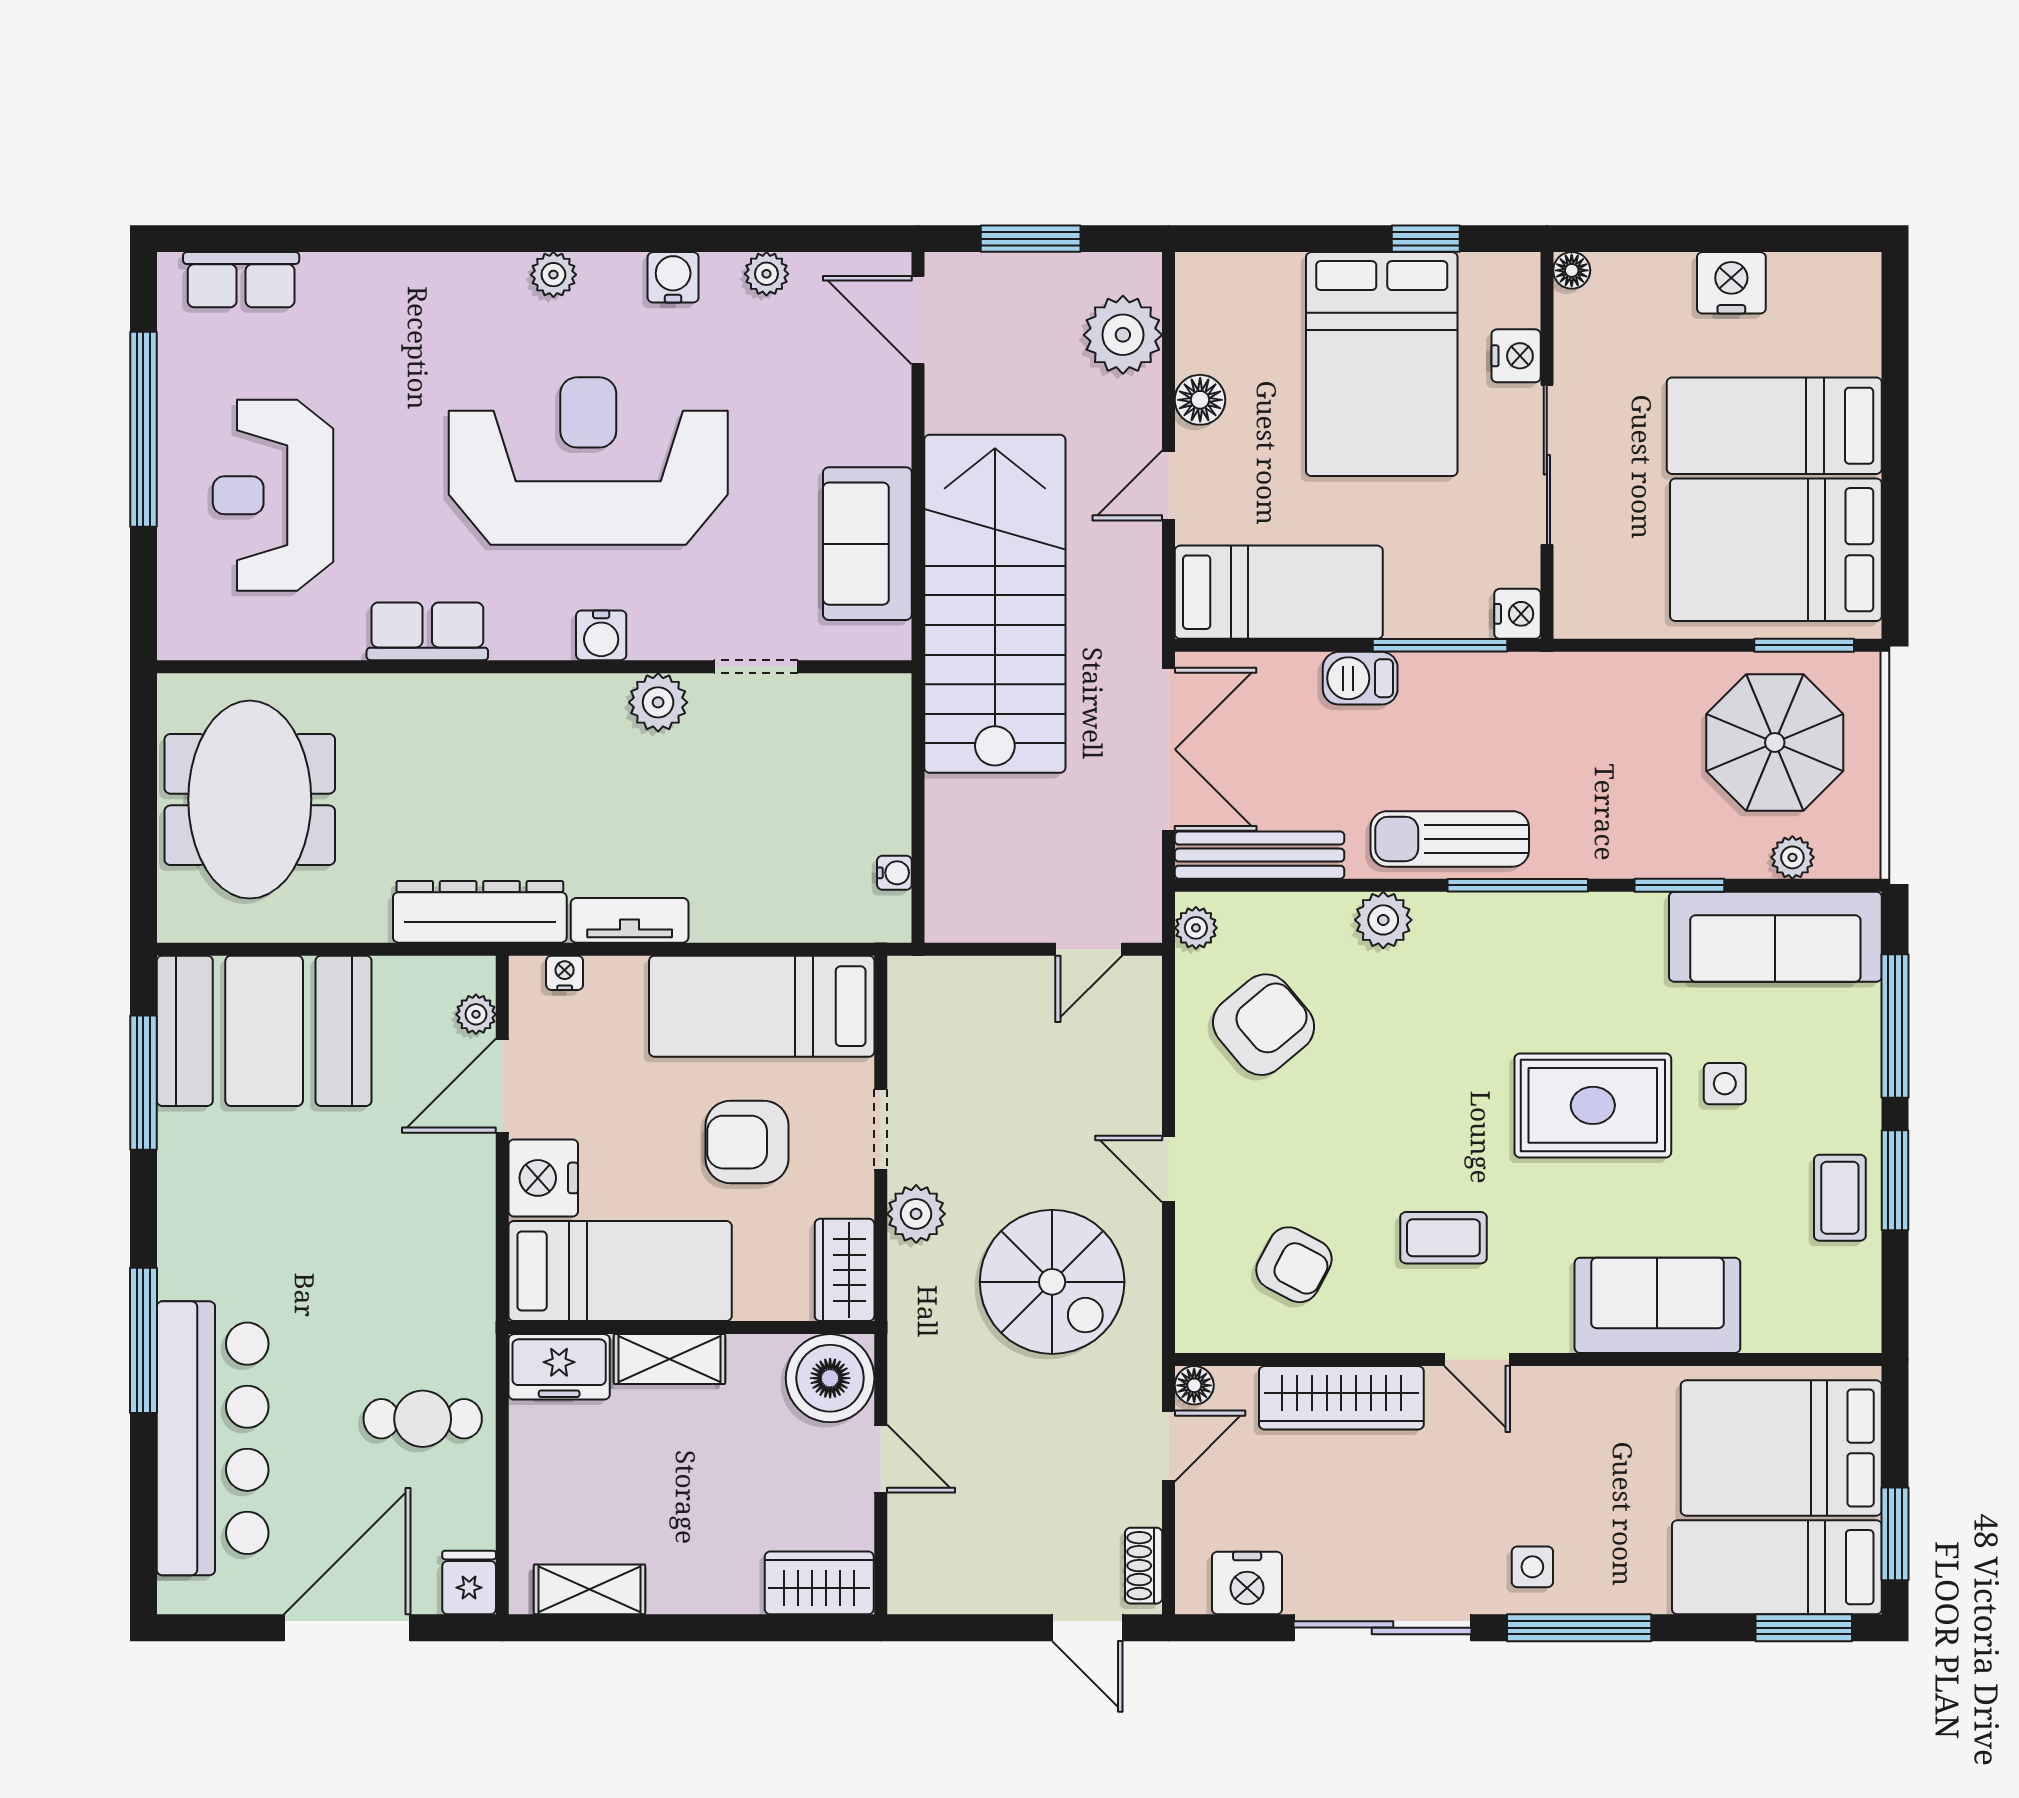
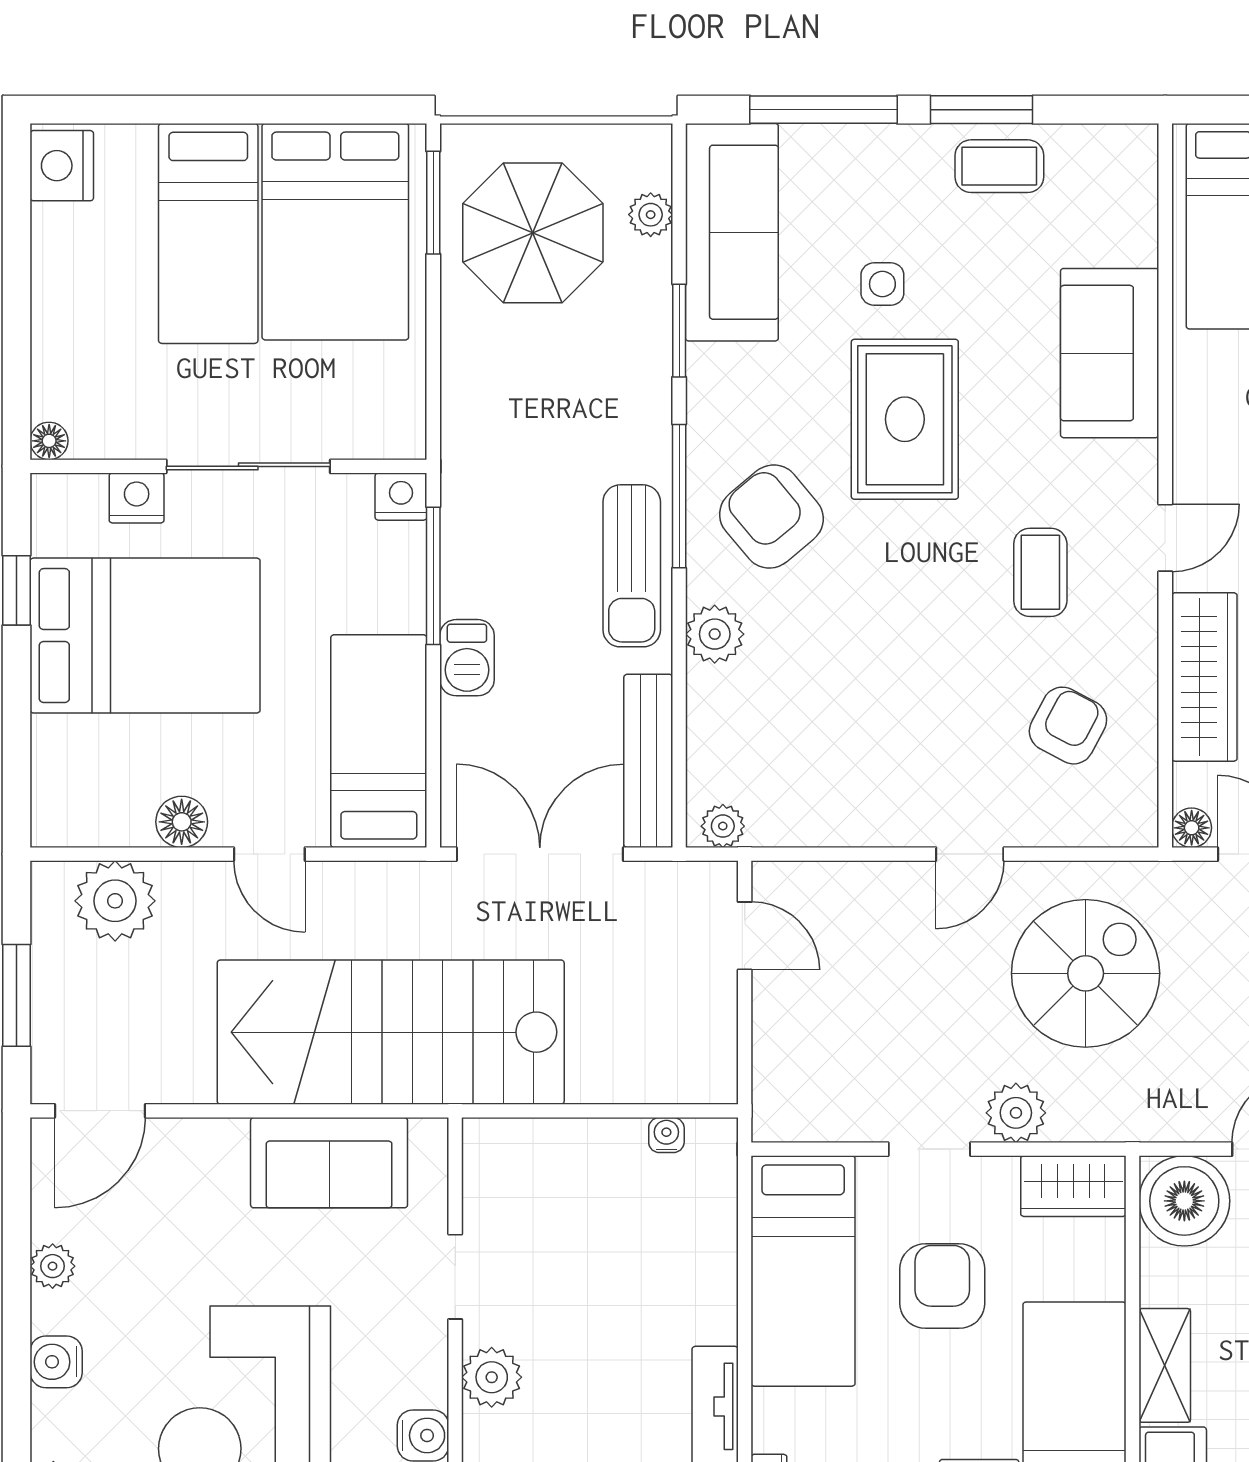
nightstand: (1731, 283) -> (62, 166), moved
armchair: (1264, 1025) -> (771, 517), moved
armchair: (747, 1142) -> (942, 1286), turned 180

